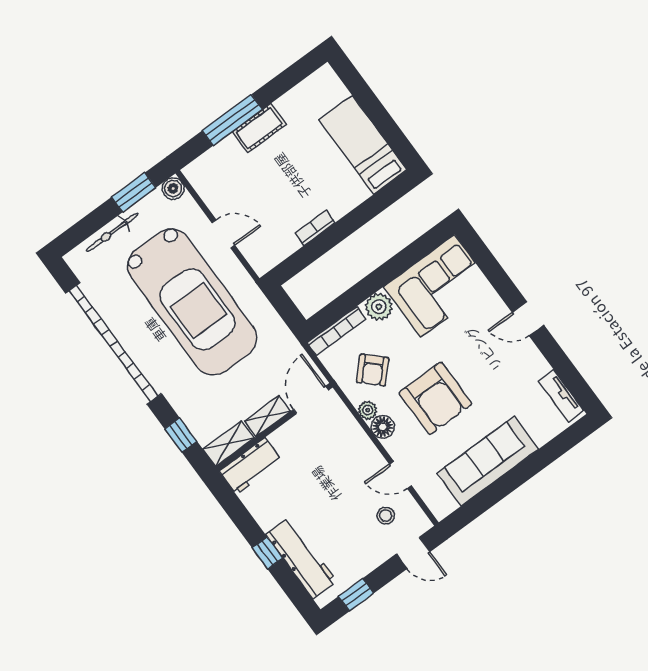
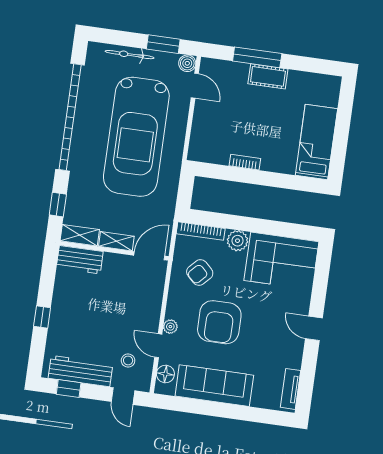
door: (223, 234) -> (195, 86), moved
plant: (368, 410) -> (170, 327), moved
floor lamp: (383, 427) -> (165, 374), moved
workbench: (301, 558) -> (80, 371), moved, turned -90

